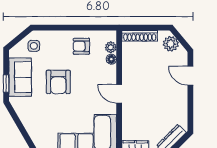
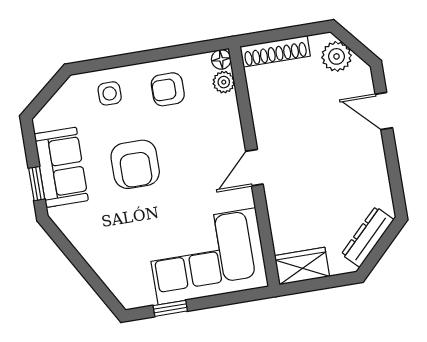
side table: (34, 46) -> (110, 93), moved
floor lamp: (111, 59) -> (221, 59), moved
door: (119, 94) -> (254, 168), hinge flipped

